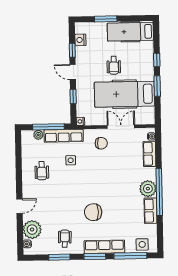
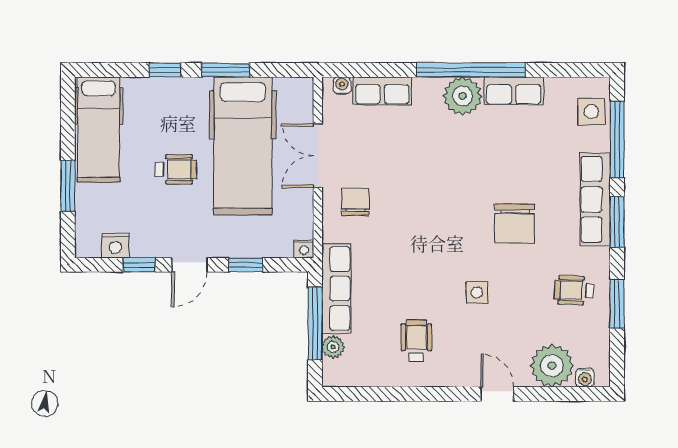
side table: (71, 160) -> (477, 293), moved
wheelchair: (42, 171) -> (416, 341), turned -90

